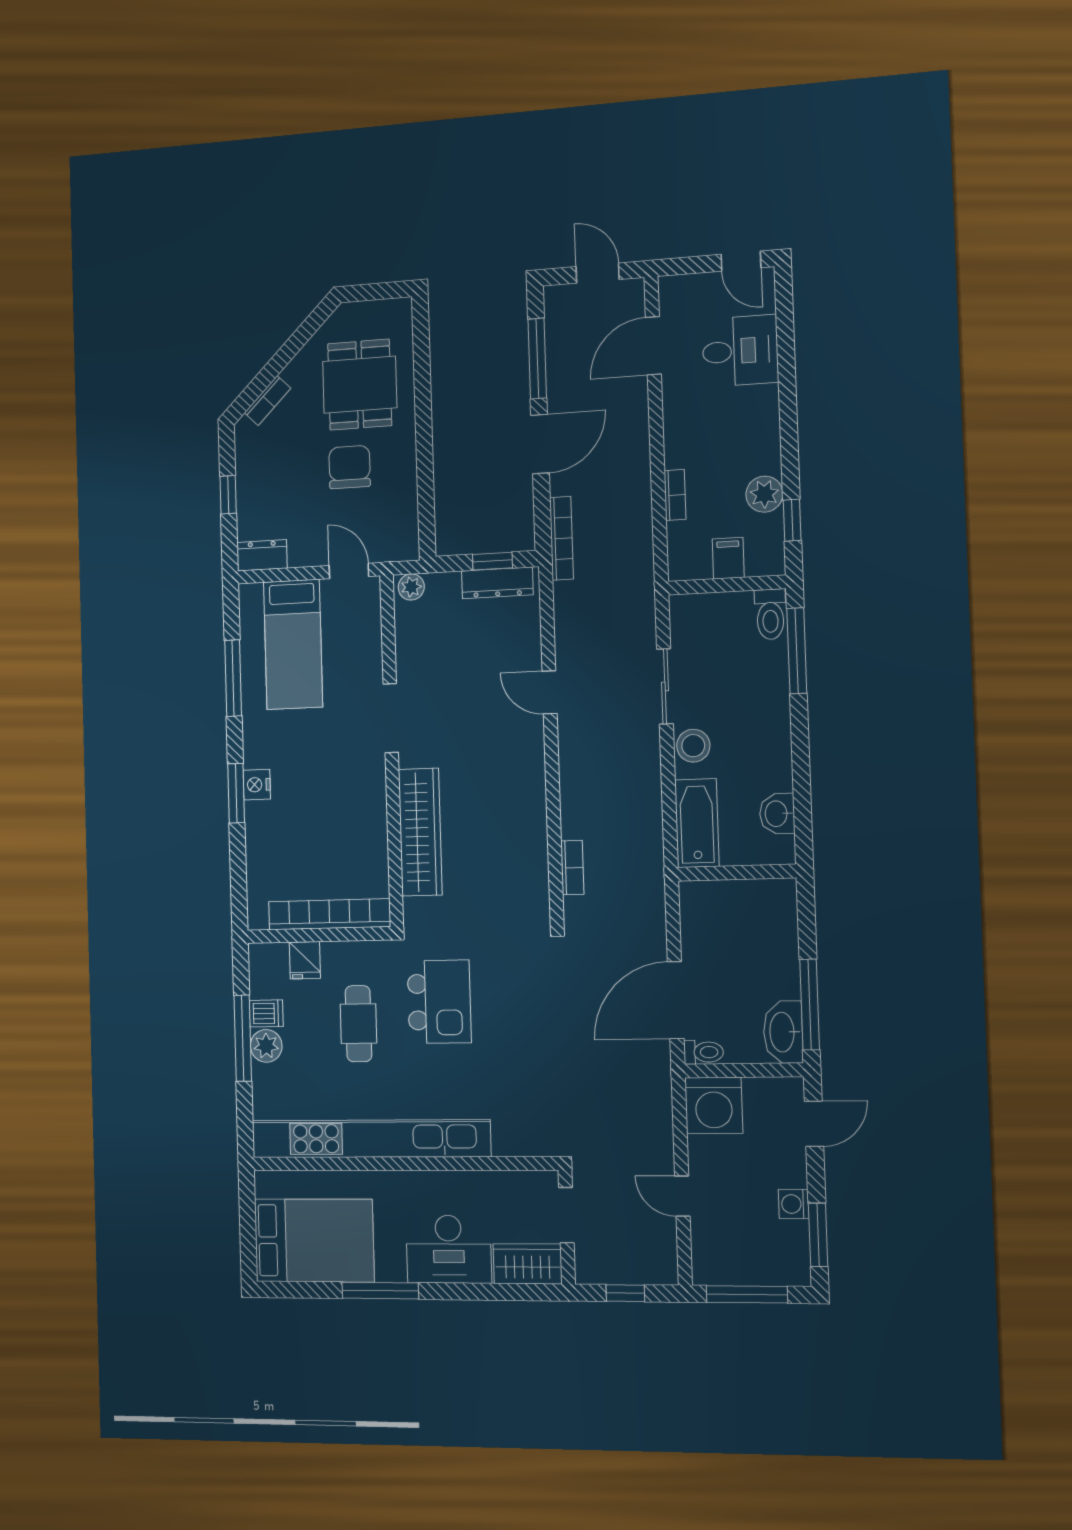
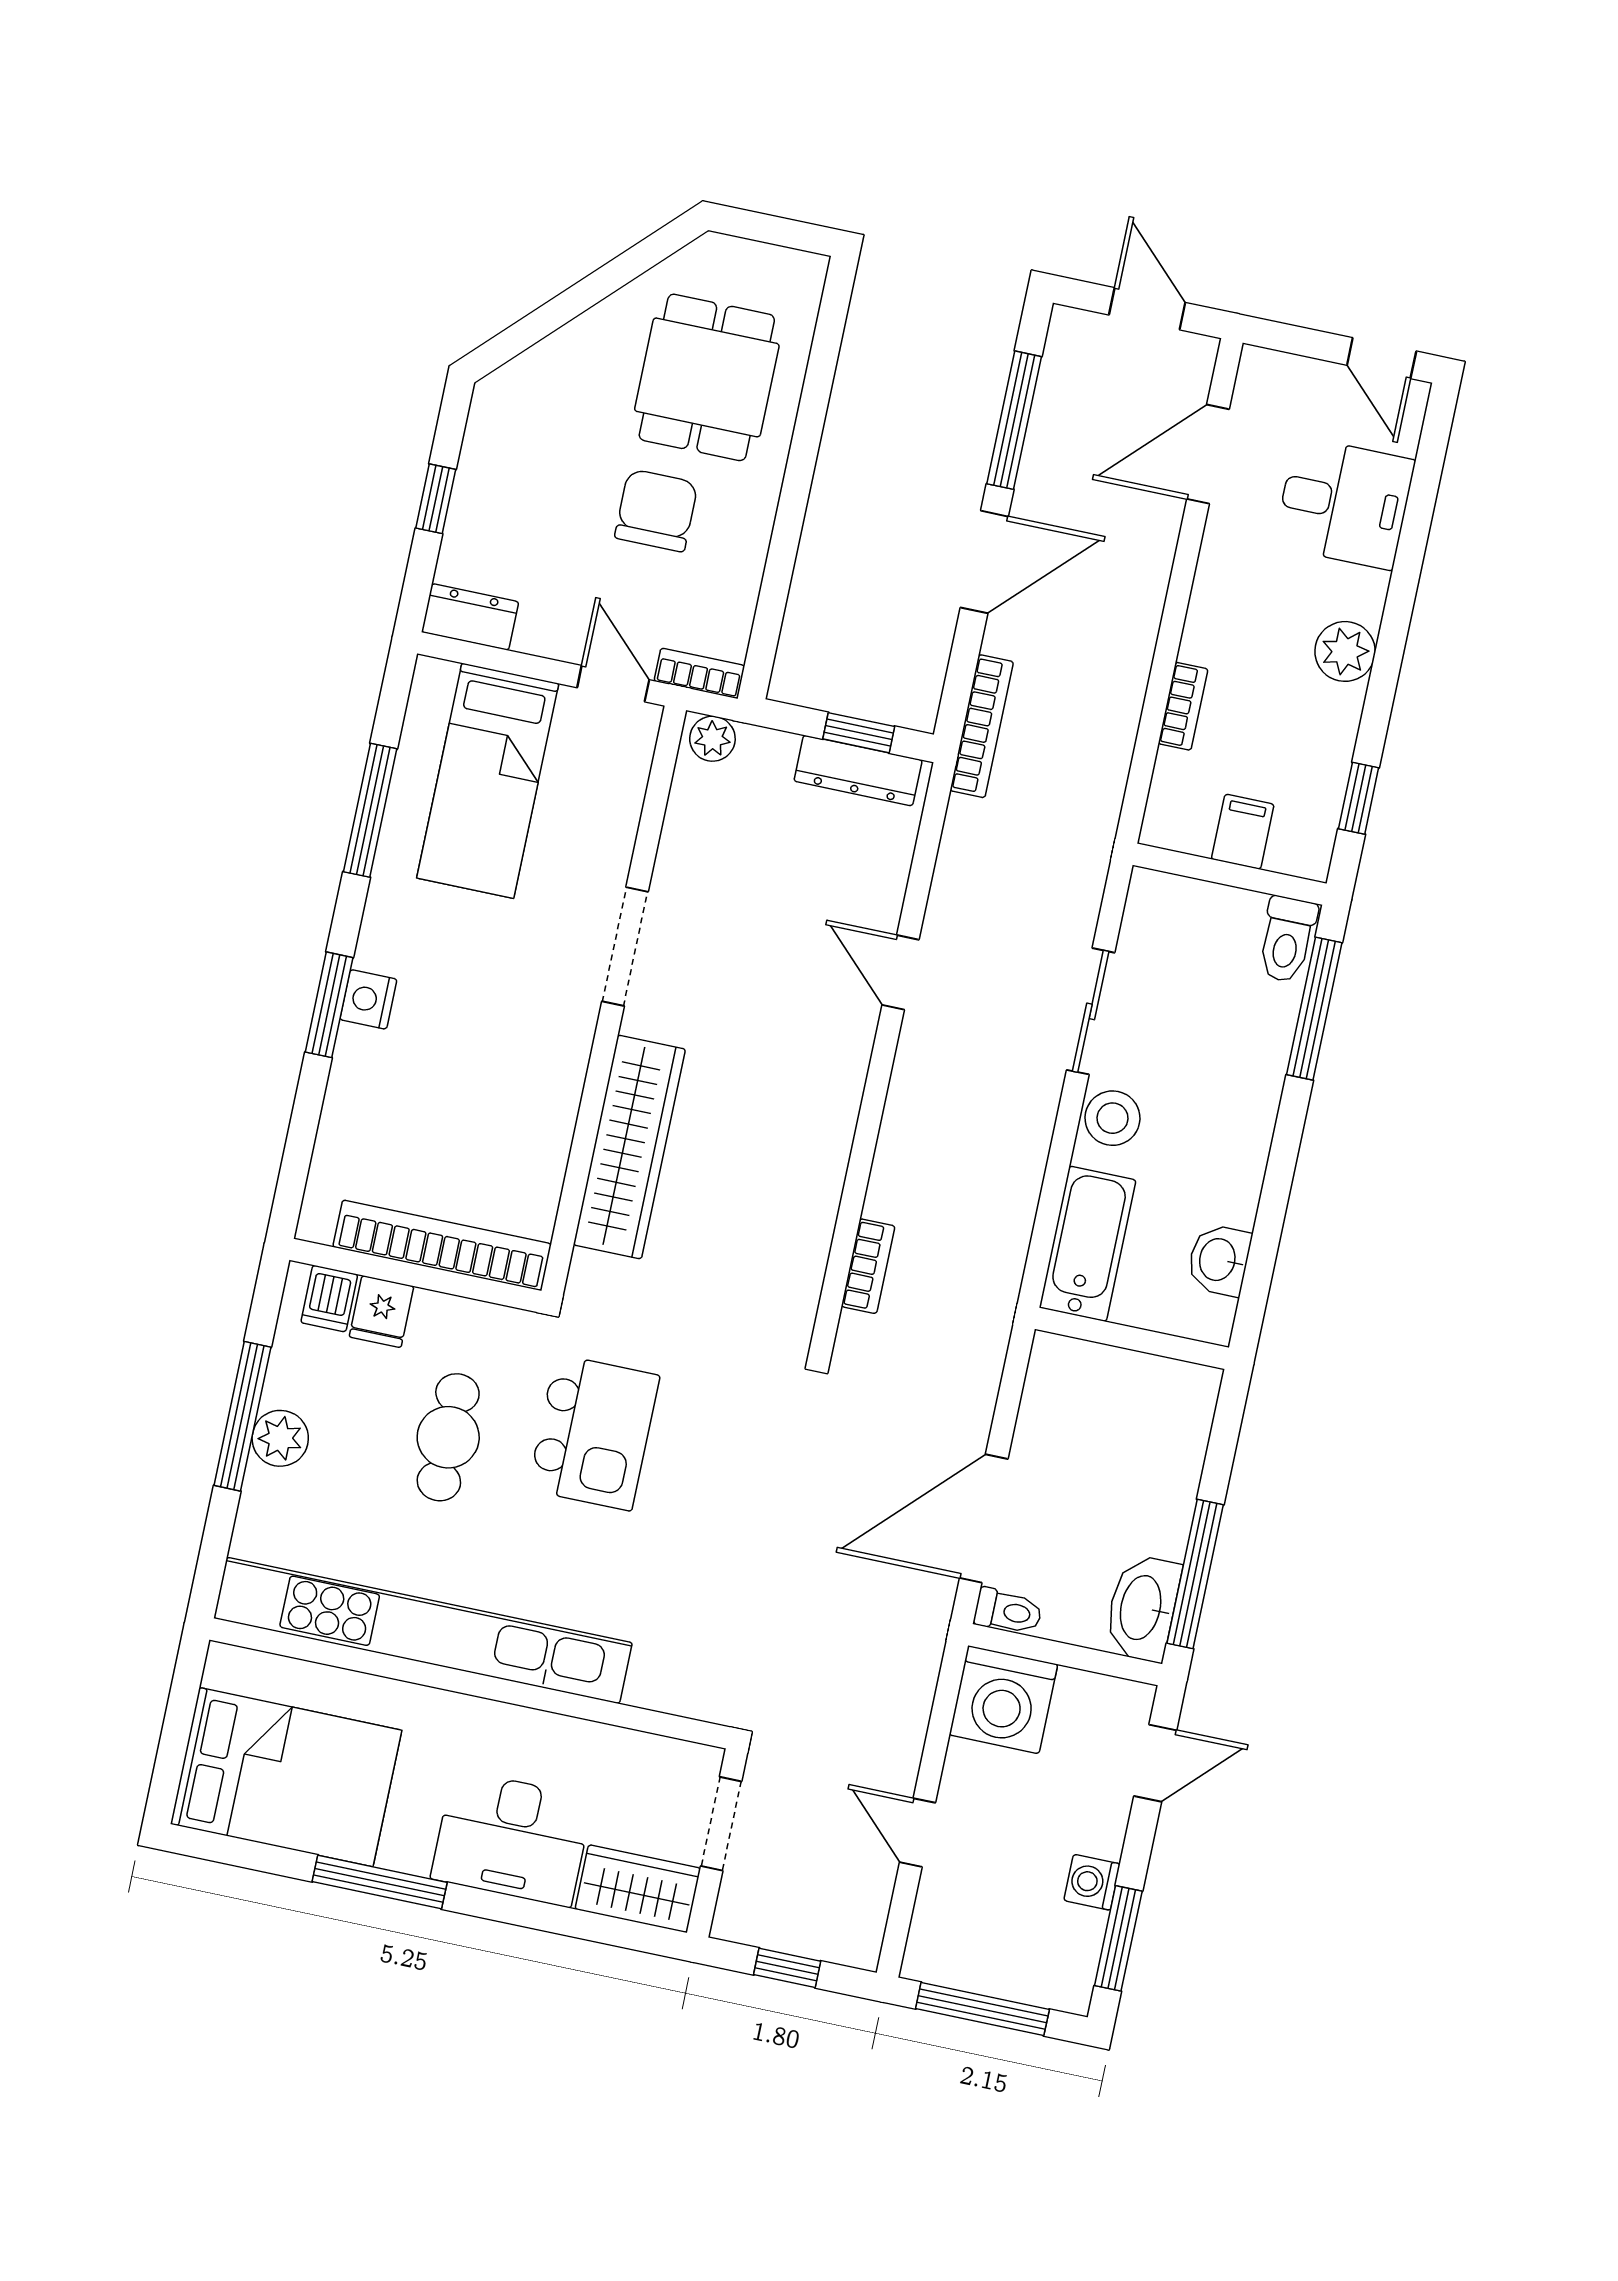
bookcase: (267, 400) -> (699, 673), moved, turned -135
plant: (764, 494) -> (1345, 651), moved
dishwasher: (266, 1013) -> (329, 1299), moved, turned 90

